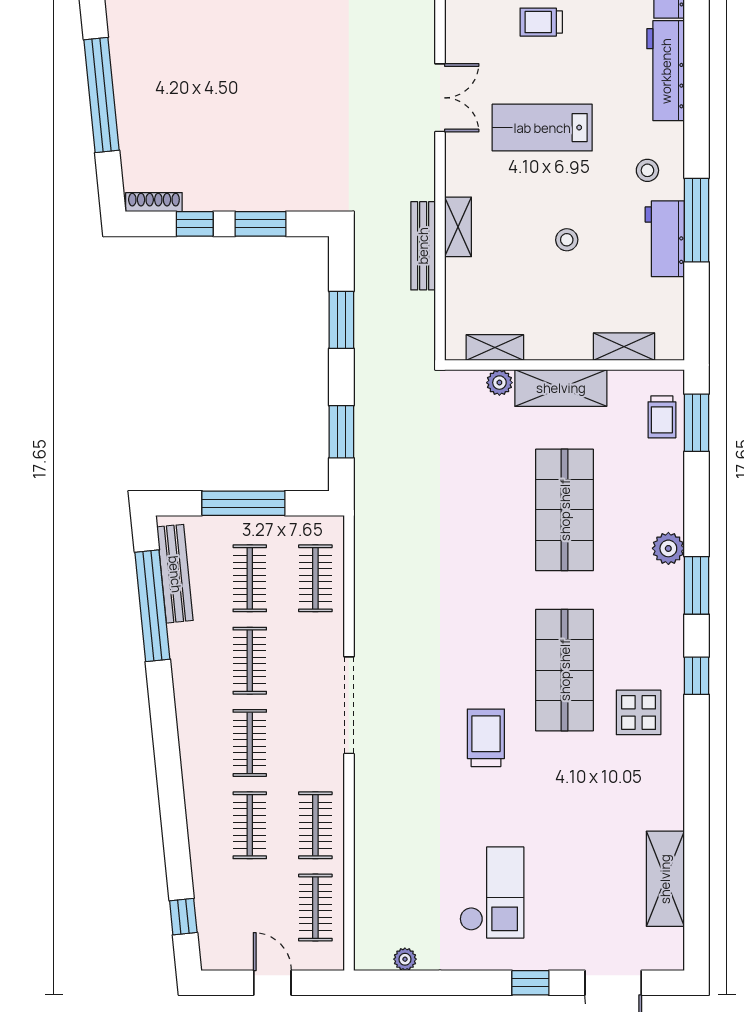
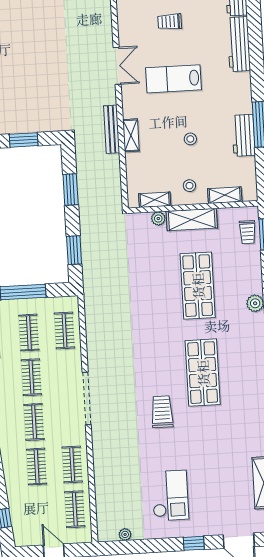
stool: (647, 170) -> (189, 186), moved
bench: (423, 246) -> (112, 129), moved
display table: (639, 712) -> (244, 393), removed

